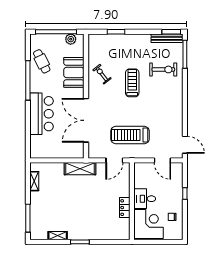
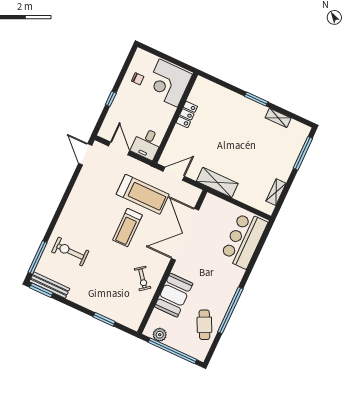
treadmill: (132, 83) -> (127, 228), moved
bar counter: (41, 114) -> (244, 240), moved
double door: (86, 120) -> (185, 234), swing flipped
desk: (145, 199) -> (147, 144), moved, turned 90

